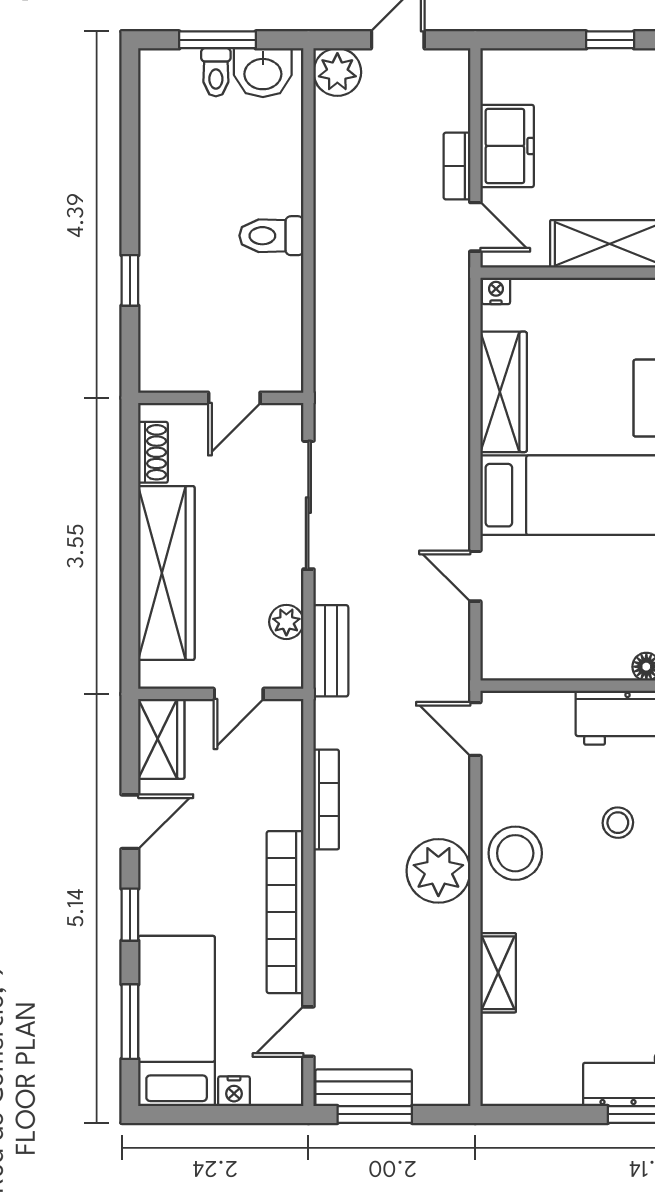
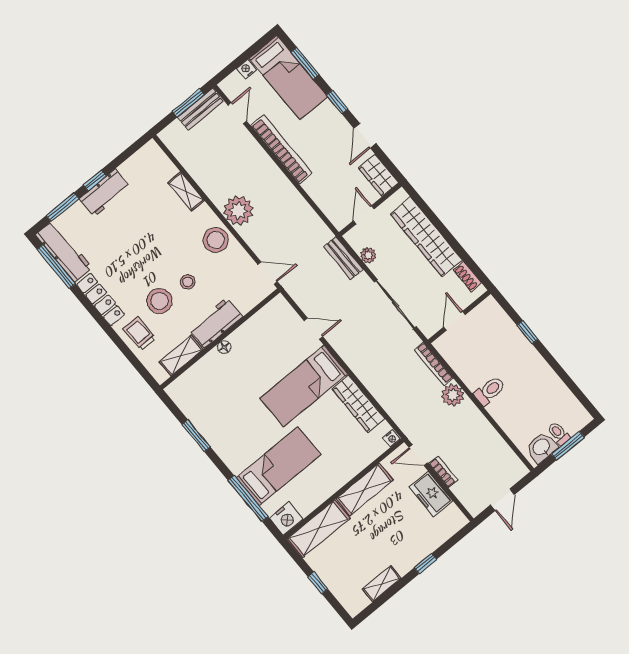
plant: (337, 72) -> (453, 395), moved
bookcase: (326, 800) -> (434, 364), moved

